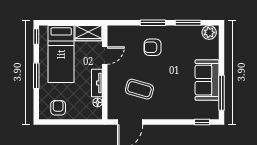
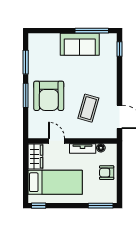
plant: (209, 32) -> (35, 42), removed
armchair: (153, 47) -> (49, 96), width x1.88, depth x1.88
window: (36, 76) -> (101, 206), moved
armchair: (58, 108) -> (107, 173), moved

